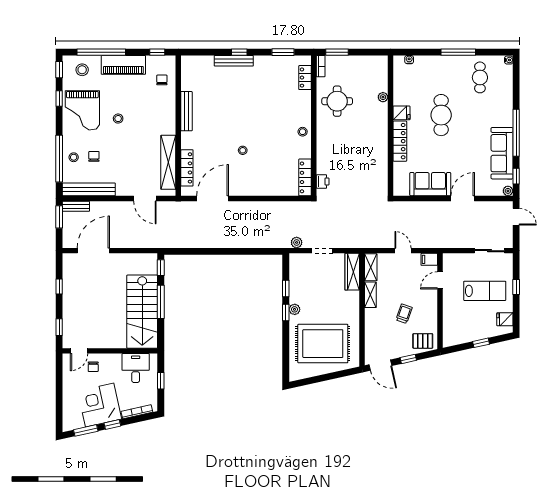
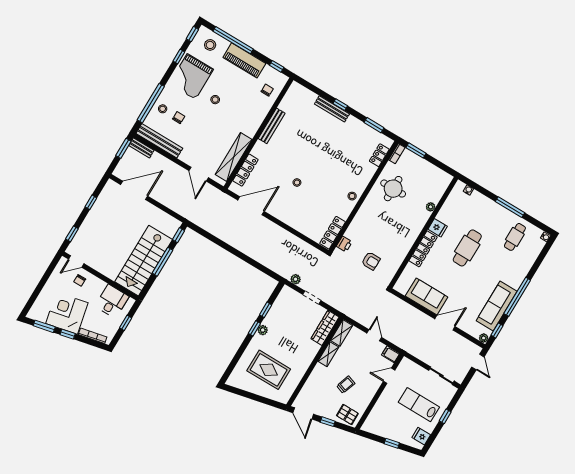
armchair: (357, 182) -> (371, 261), added
lab bench: (485, 291) -> (419, 405), turned 180
rug: (323, 344) -> (269, 370), width x0.73, depth x0.69

